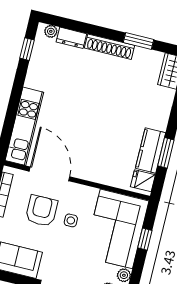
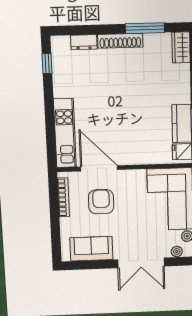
plant: (51, 31) -> (64, 41), removed
window: (139, 41) -> (145, 28), width x1.44
side table: (71, 220) -> (129, 203), removed

